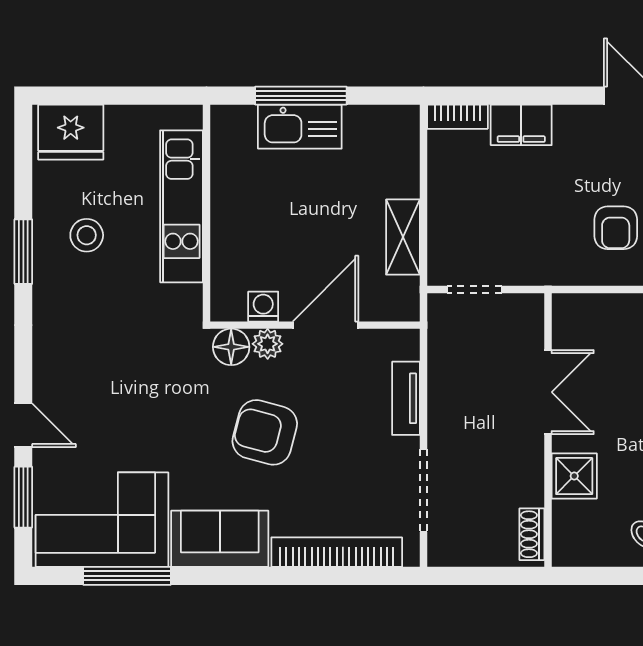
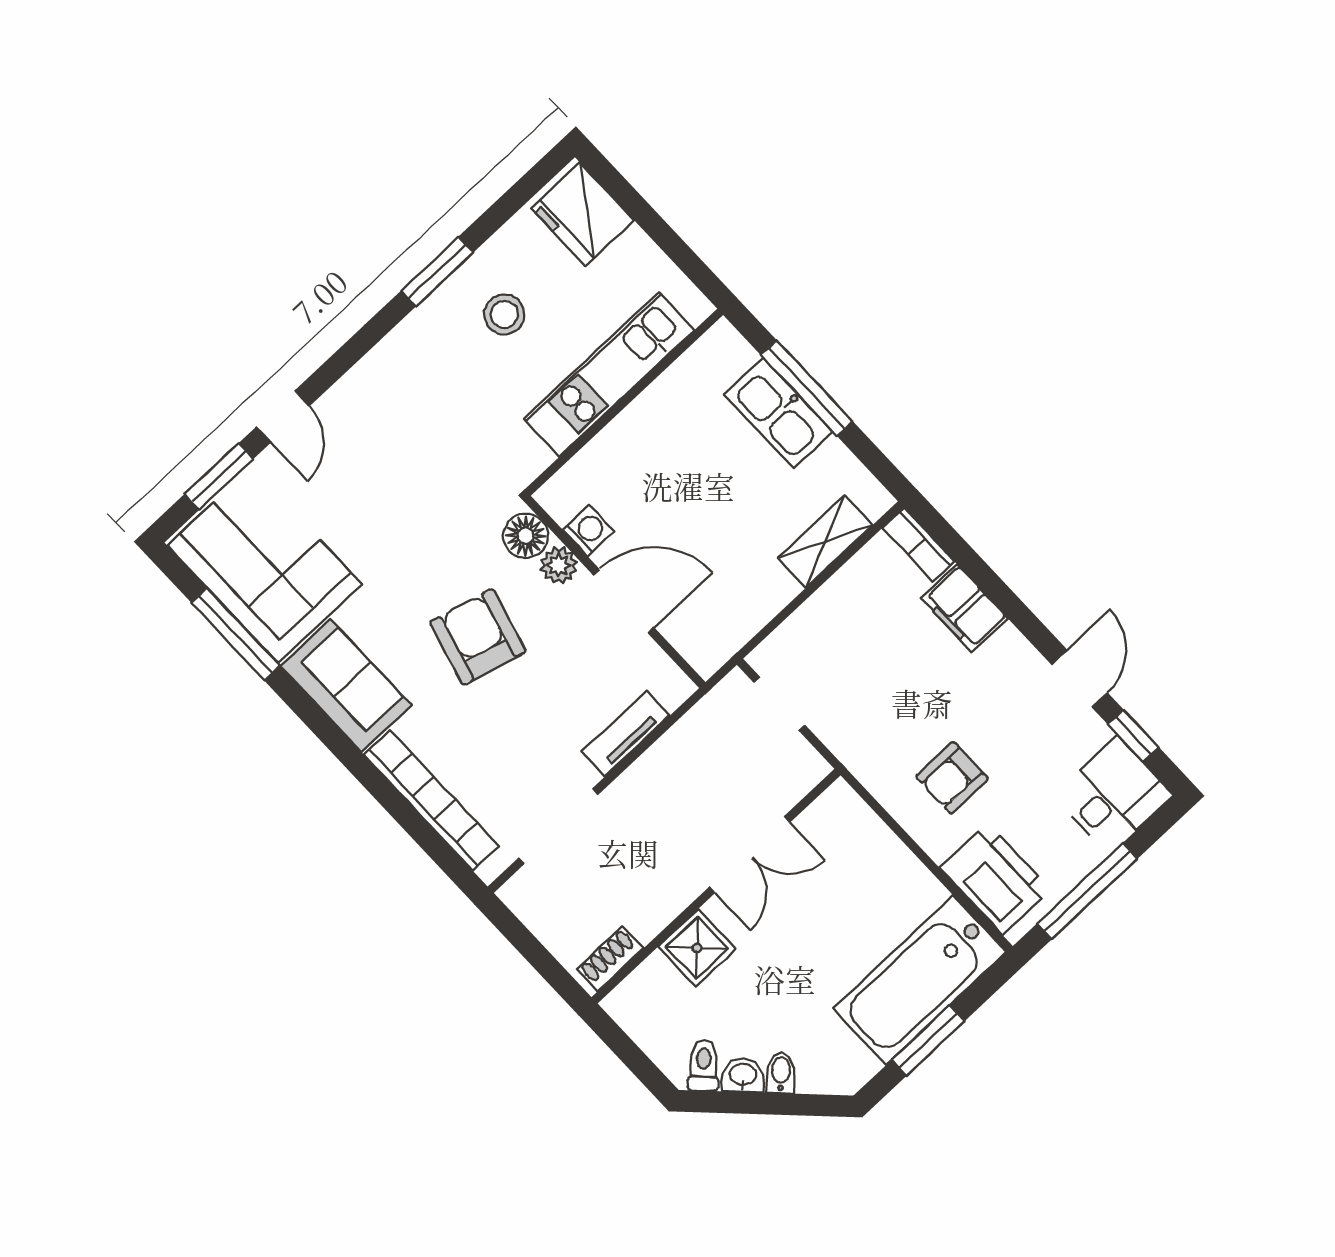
shelving: (403, 237) -> (825, 541), moved

